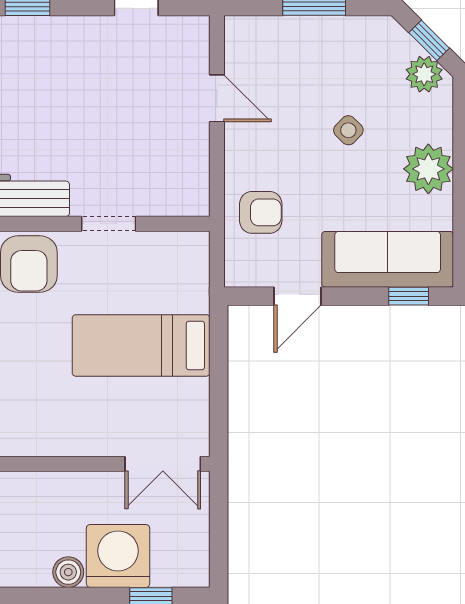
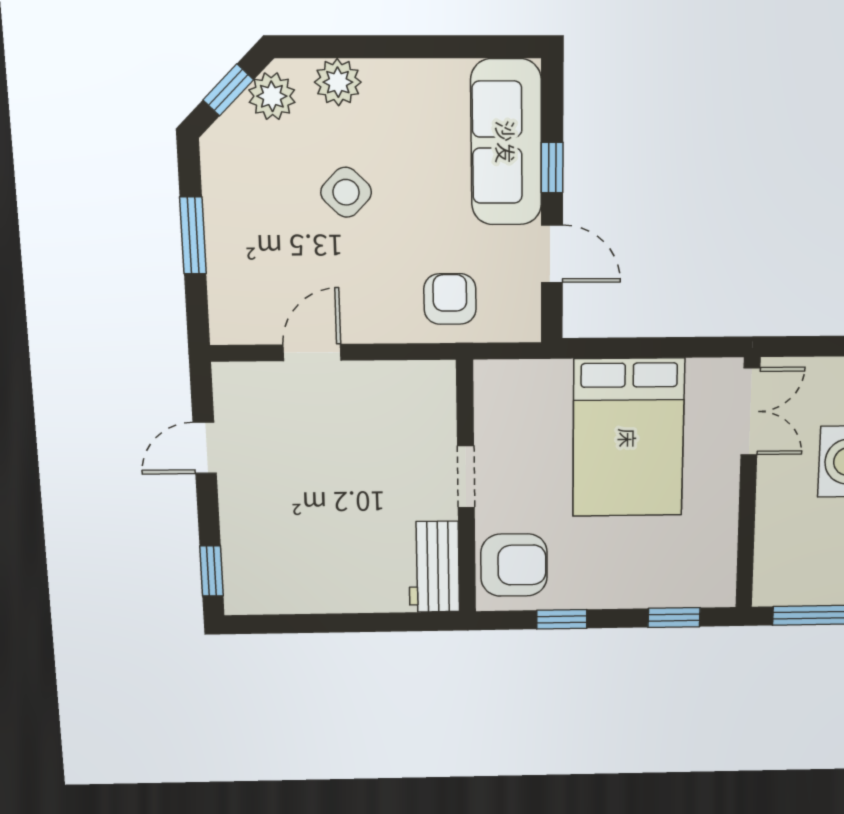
side table: (348, 130) -> (346, 192), width x1.37, depth x1.37
plant: (428, 169) -> (338, 82), moved, width x0.73, depth x0.73
window: (409, 296) -> (552, 168), moved
bed: (141, 345) -> (628, 438), width x1.50

